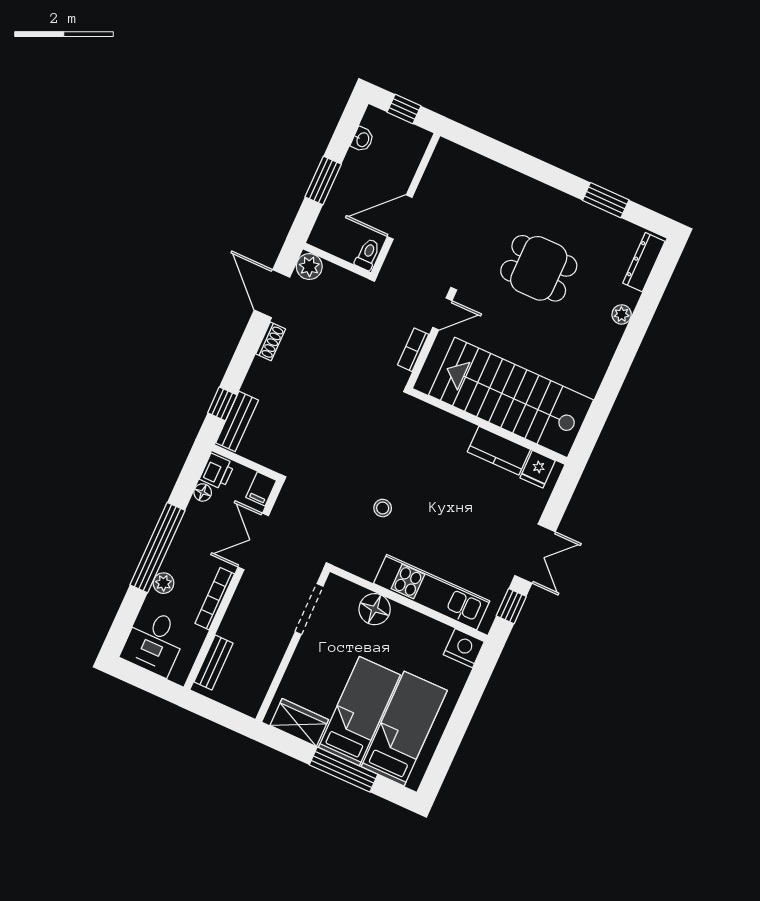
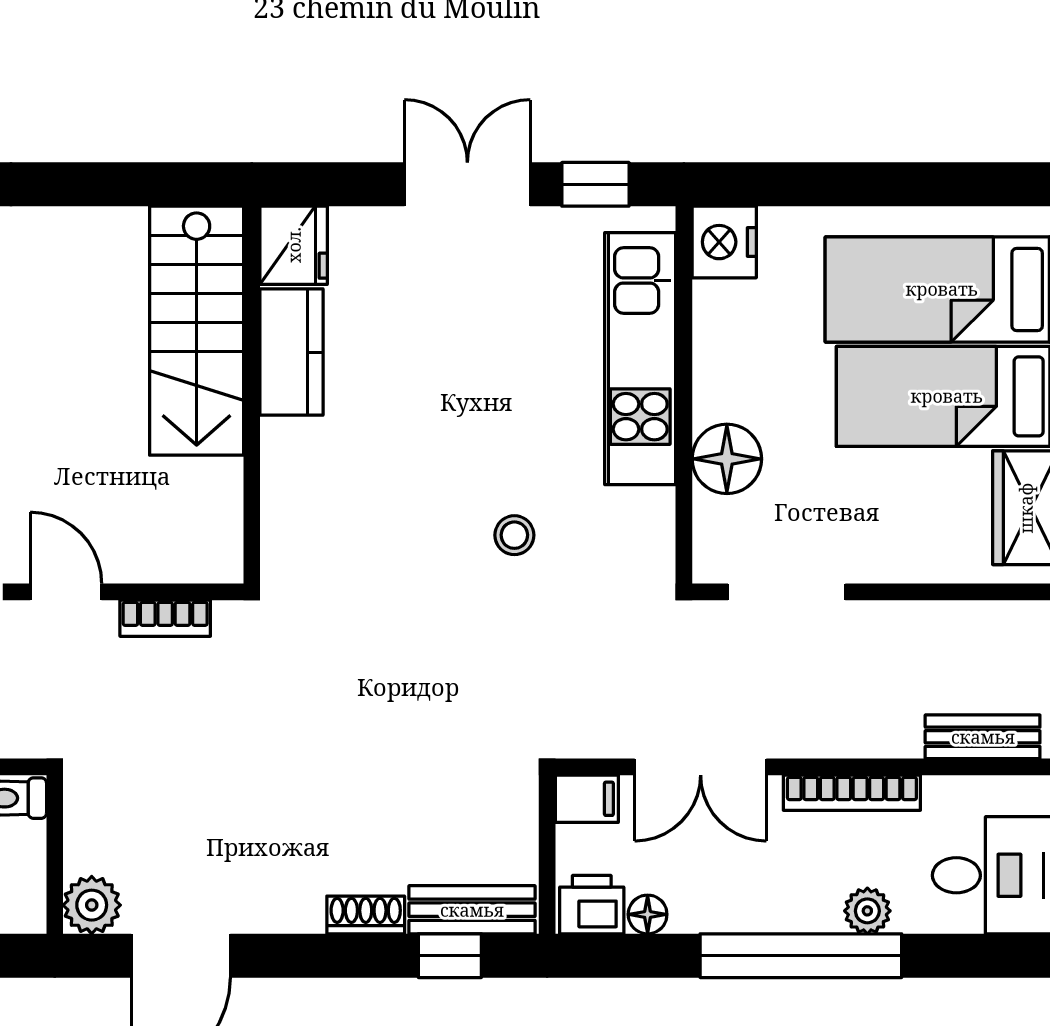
shoe rack: (271, 341) -> (366, 915), moved
stairs: (511, 398) -> (197, 331), width x0.73, depth x0.66
fridge: (538, 469) -> (294, 245), width x1.38

